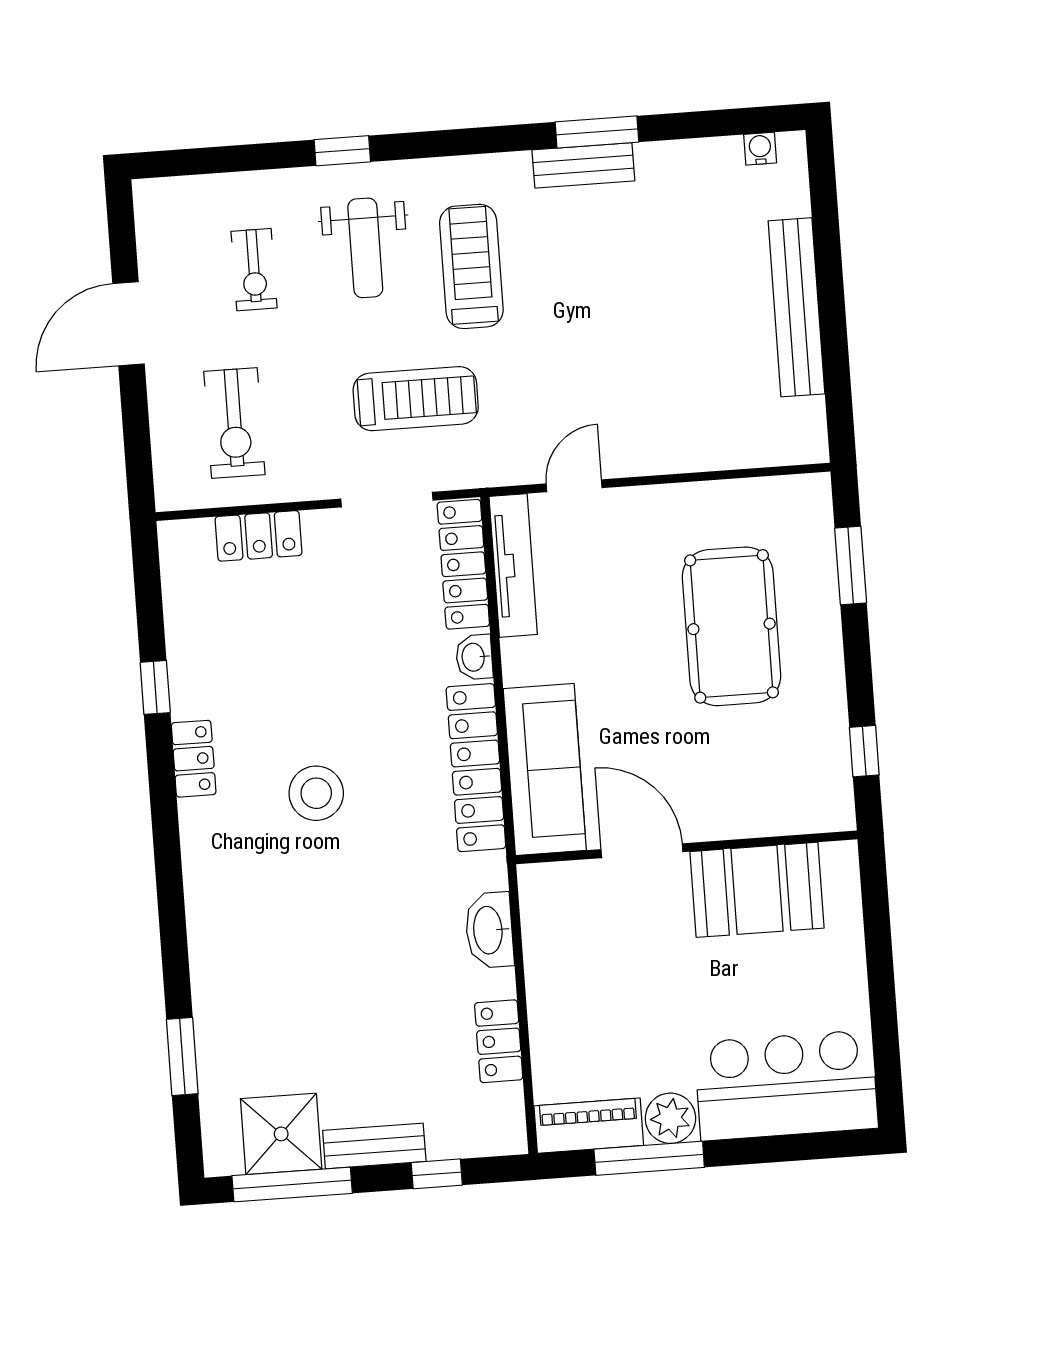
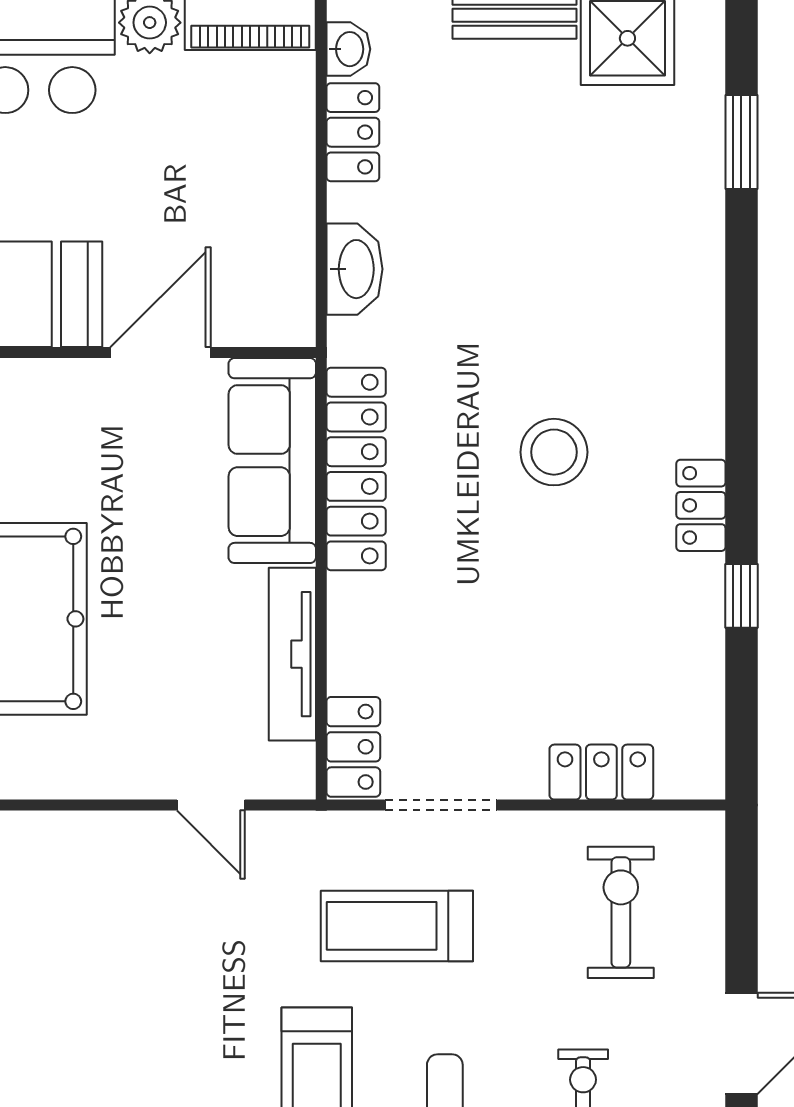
door: (574, 486) -> (211, 805), hinge flipped
locker: (463, 564) -> (353, 747), width x0.66
tv unit: (513, 565) -> (292, 654), moved
washbasin: (474, 657) -> (348, 49), moved
door: (642, 851) -> (161, 353), swing flipped

